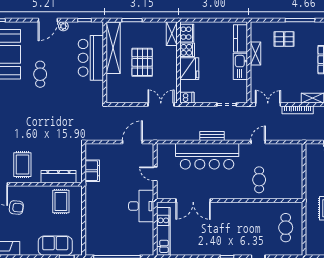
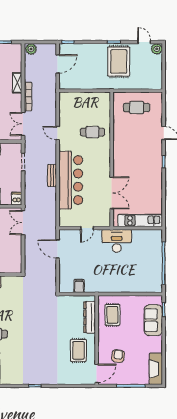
rug: (22, 165) -> (78, 350), turned 90
filing cabinet: (92, 171) -> (79, 286), width x0.50
rug: (61, 201) -> (112, 315), turned 90

